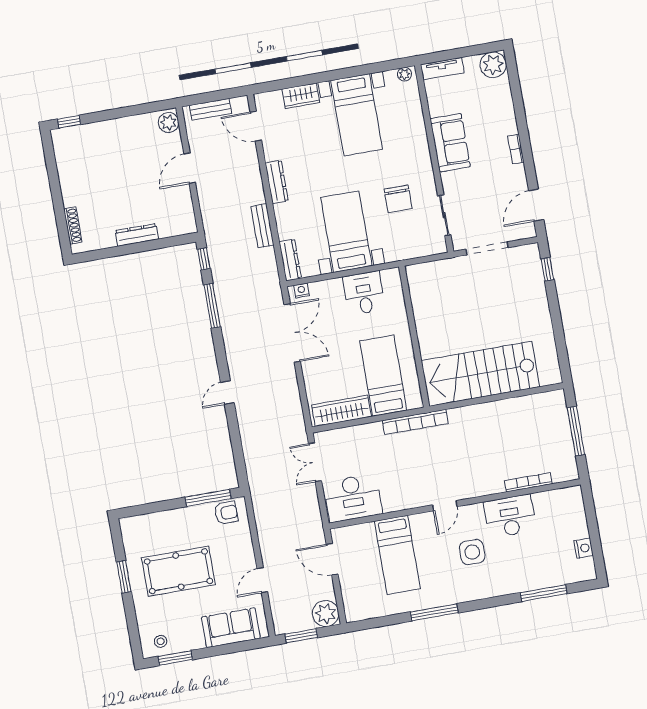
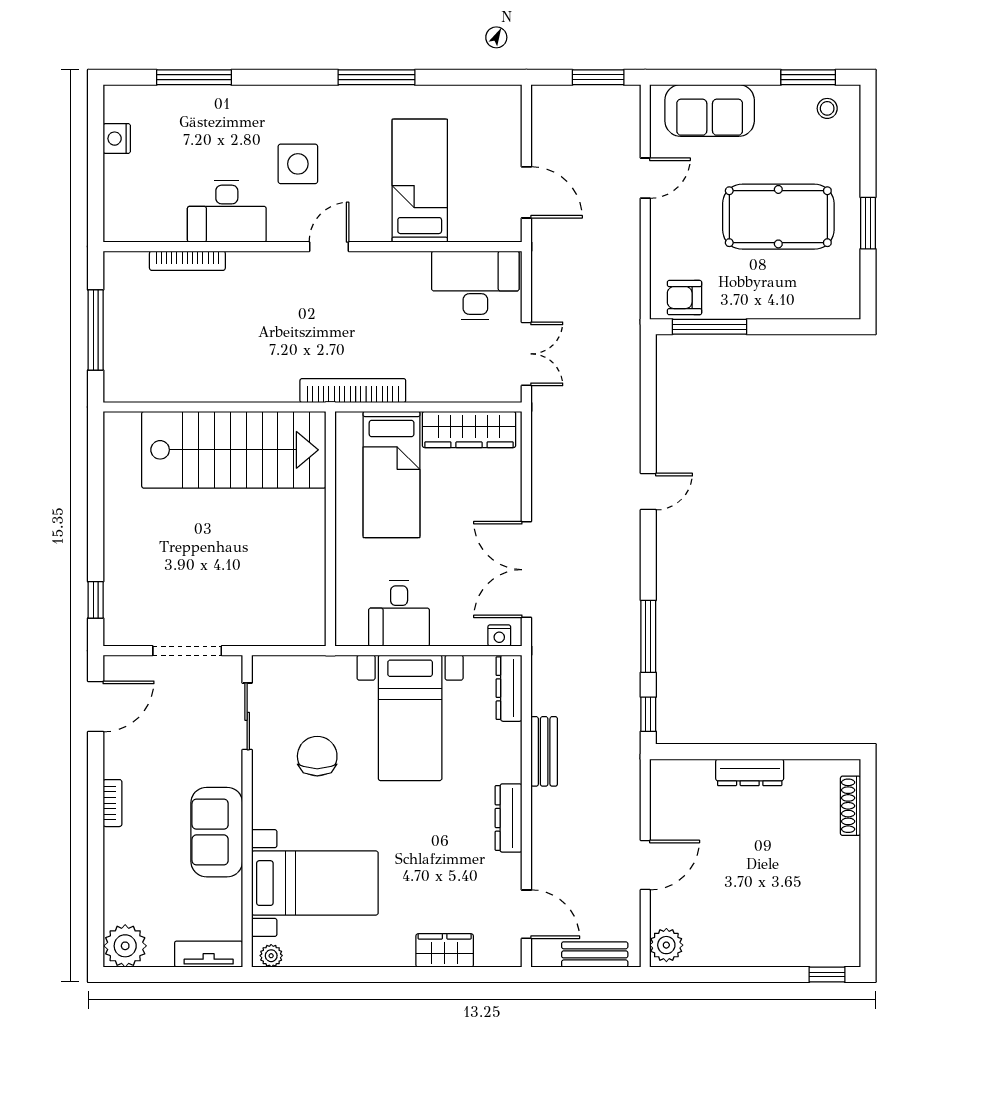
bed with nightstands: (357, 115) -> (315, 883), moved, turned 90
plant: (326, 614) -> (552, 106), removed

